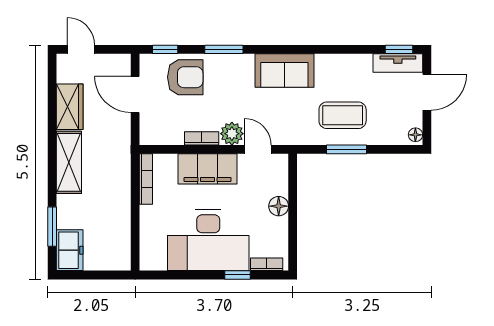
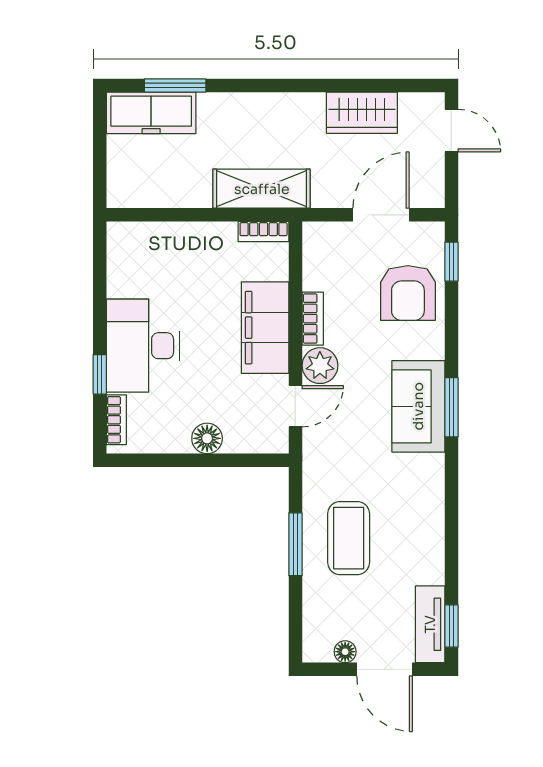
door: (81, 49) -> (451, 131), hinge flipped
window: (224, 49) -> (451, 407), moved
sofa: (284, 71) -> (418, 406), moved
floor lamp: (415, 135) -> (345, 652), moved
shelving: (69, 162) -> (262, 189), moved
bookcase: (146, 179) -> (264, 232), width x0.64
desk: (208, 240) -> (143, 346), width x0.73, depth x0.77
freezer: (70, 250) -> (151, 113), width x1.40

